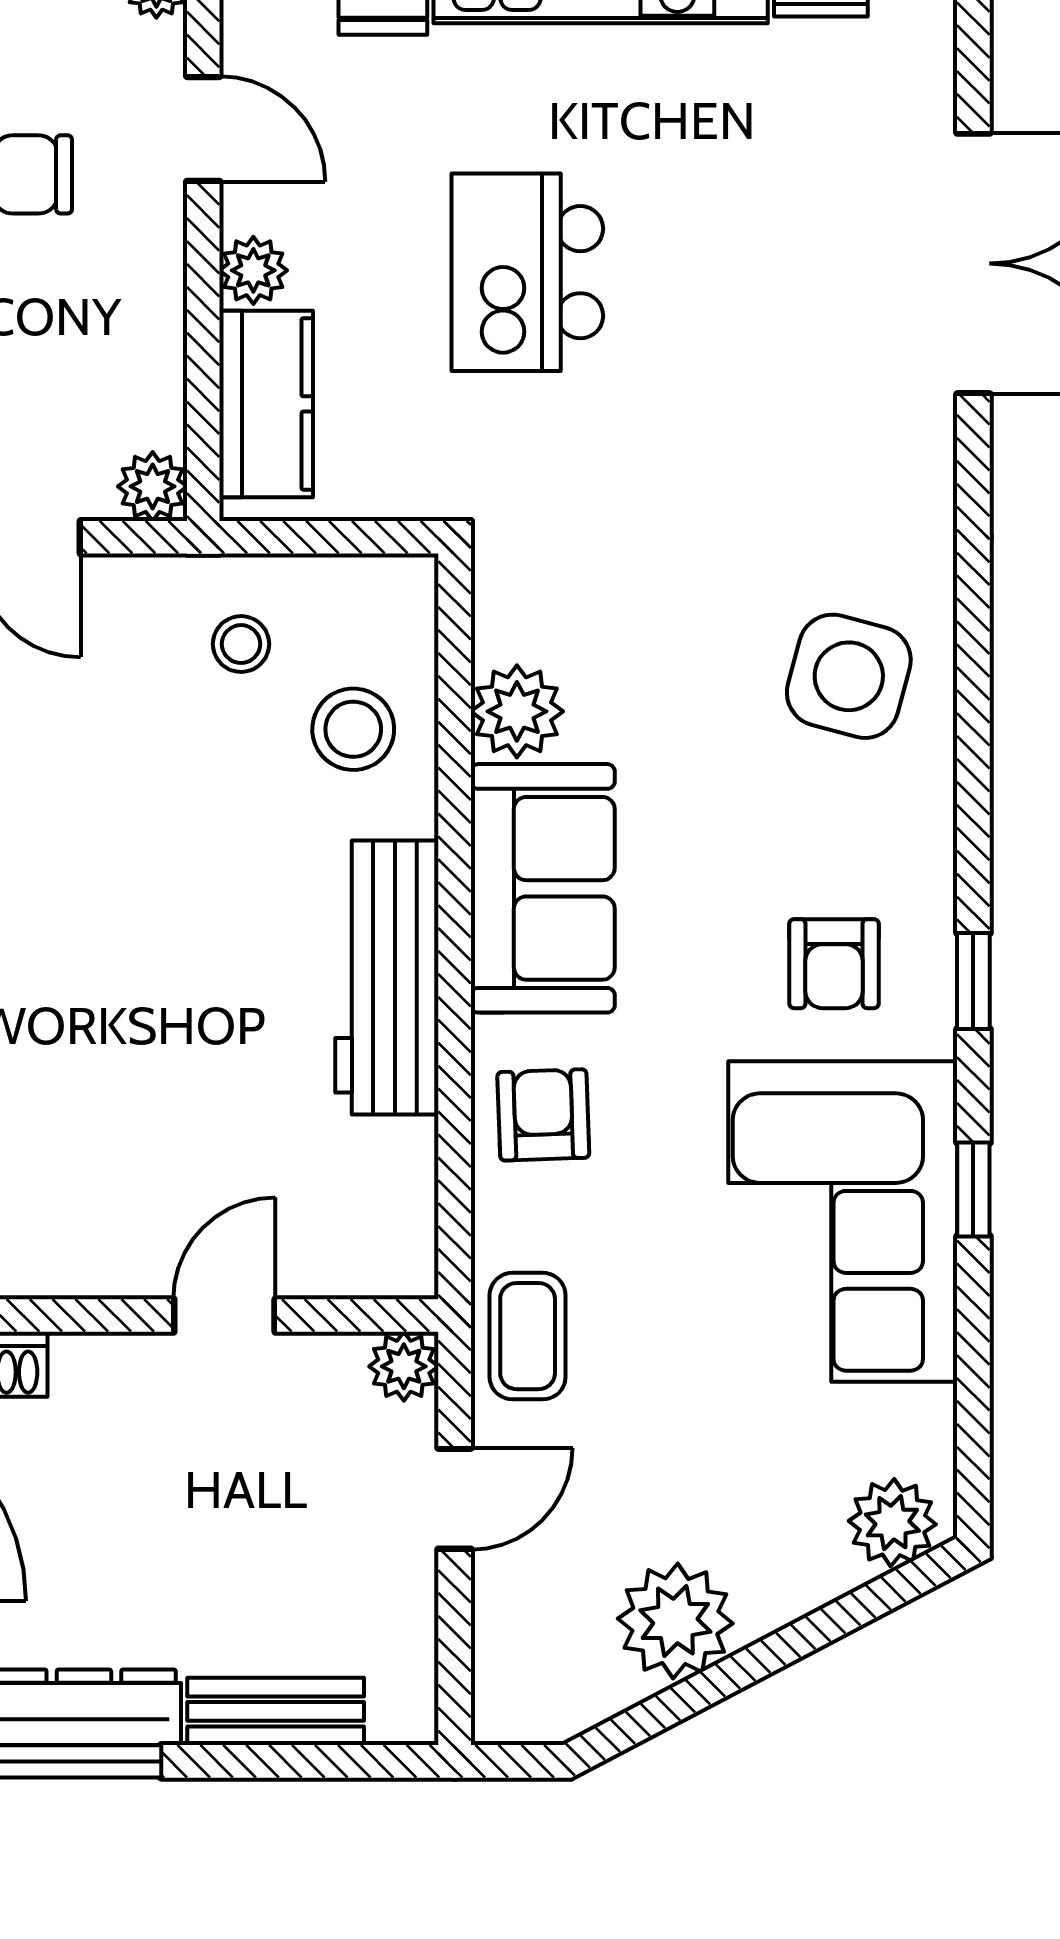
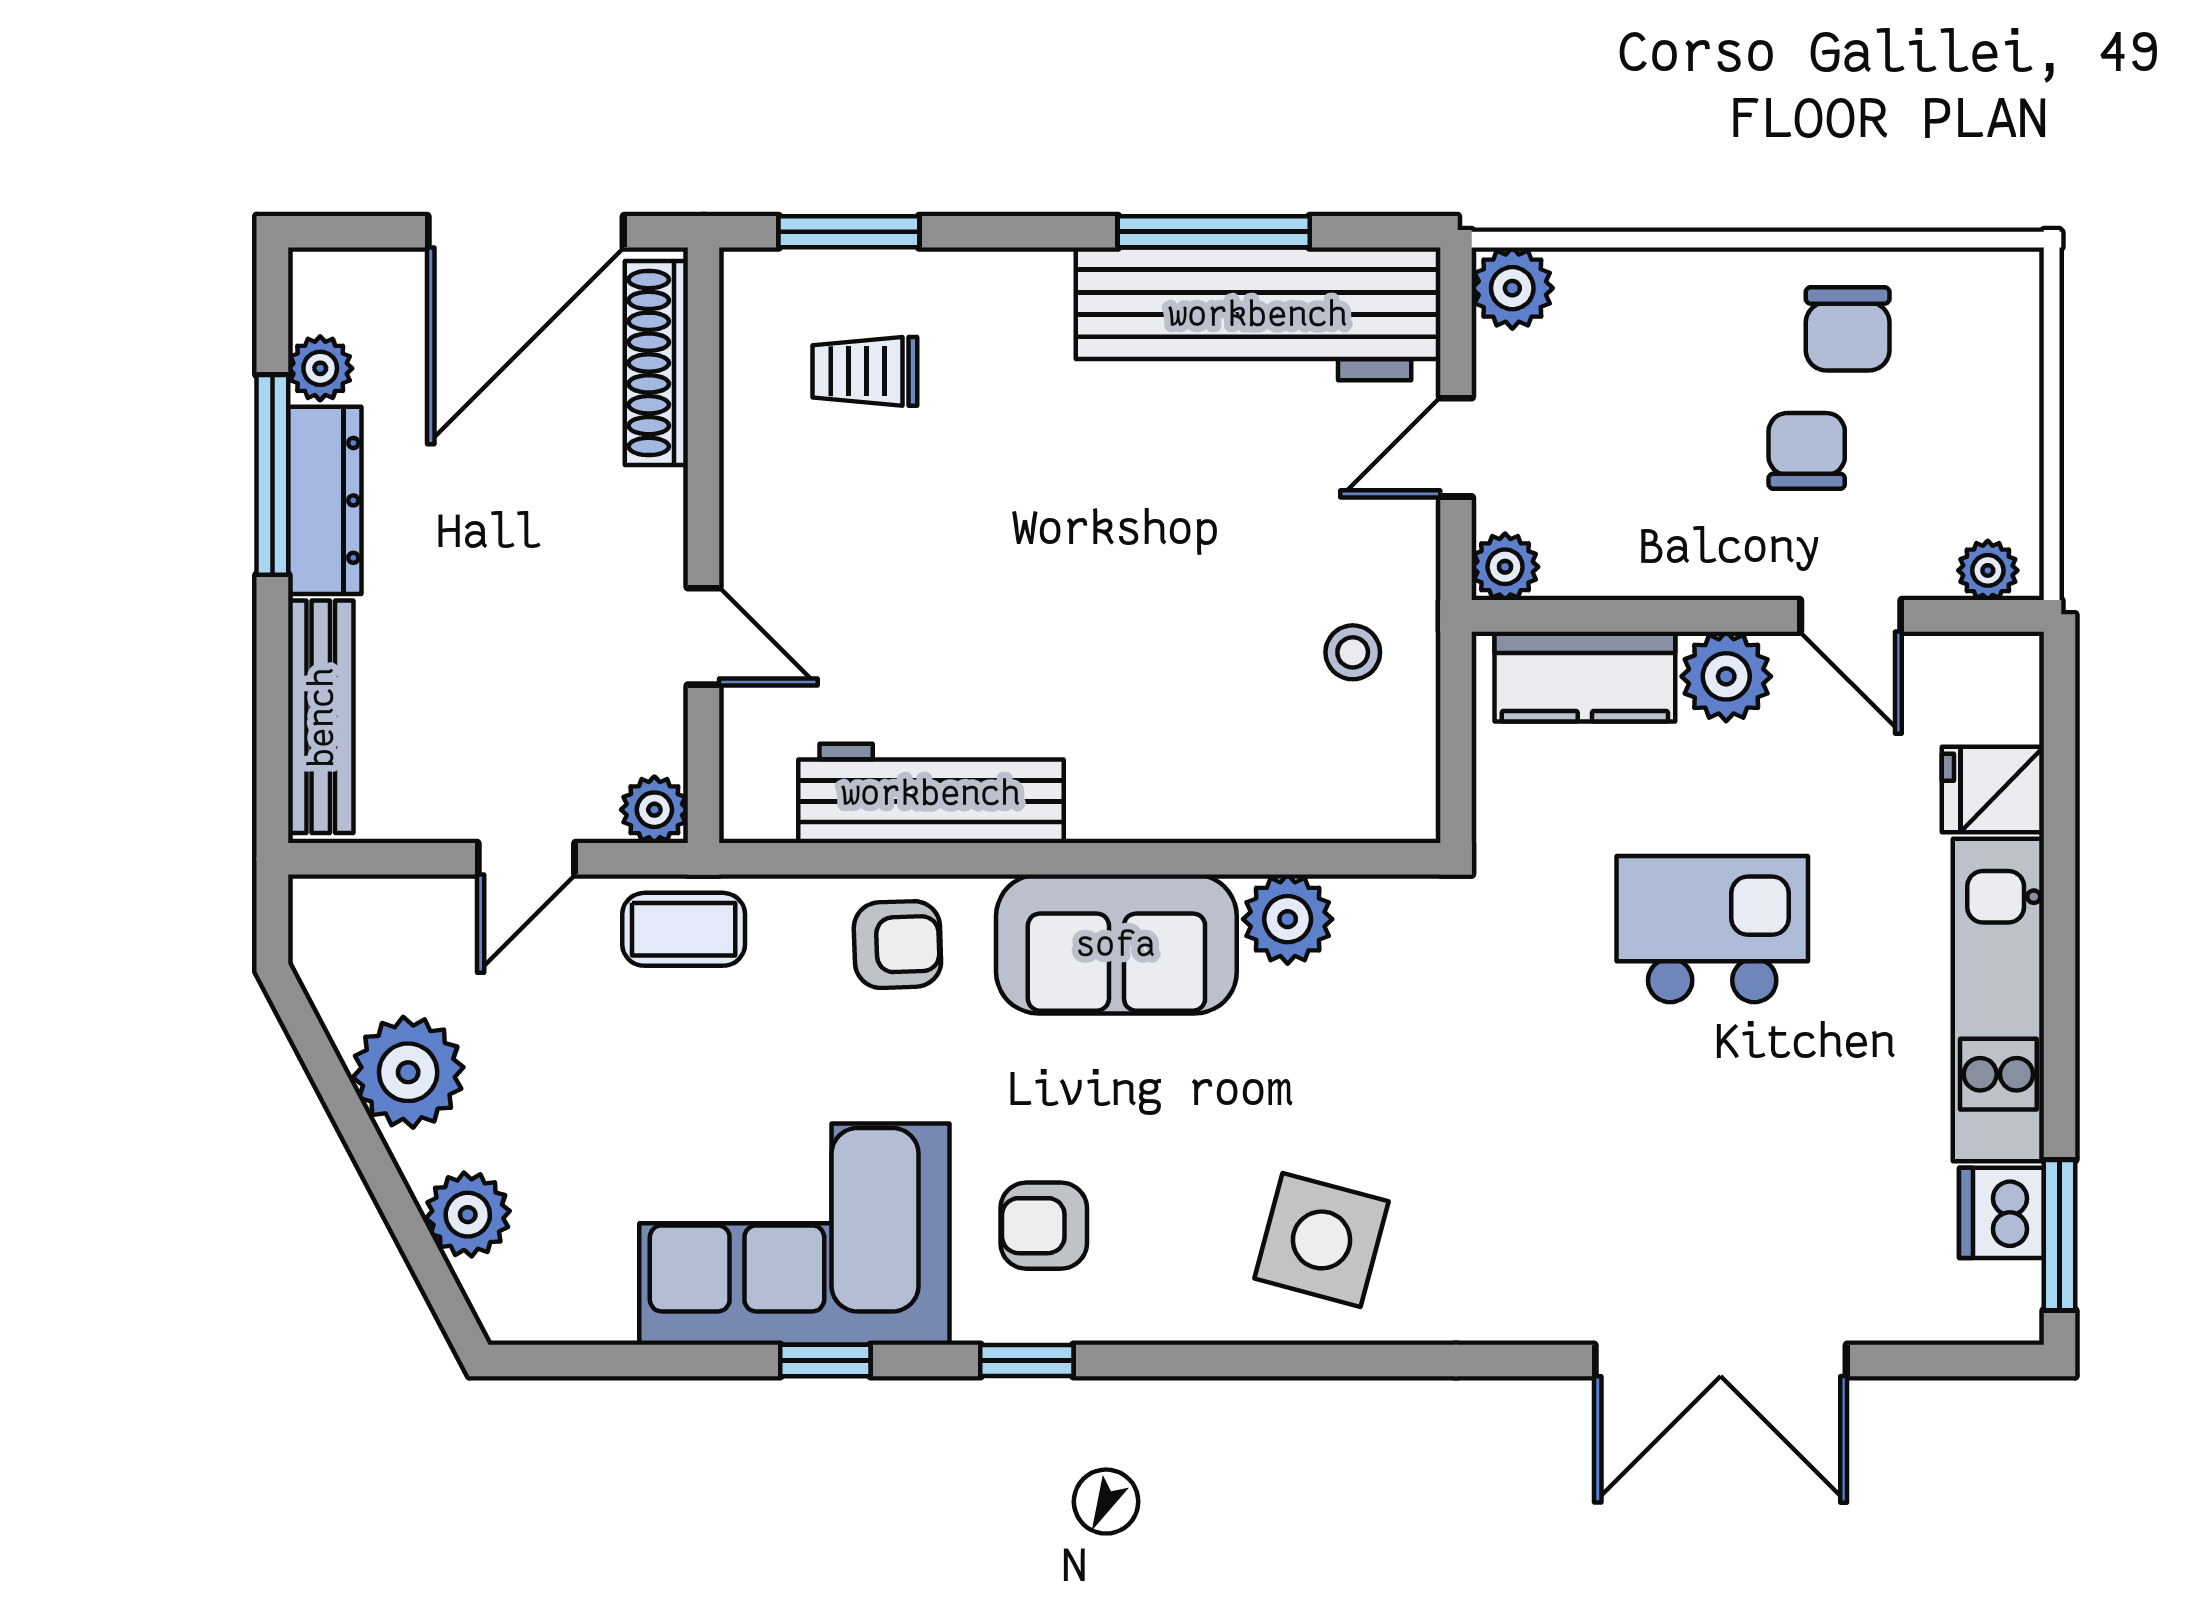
door: (203, 129) -> (1851, 616), hinge flipped
plant: (253, 270) -> (1726, 676), width x1.38, depth x1.38
stool: (353, 729) -> (1270, 761), removed
workbench: (387, 978) -> (931, 793), moved
door: (455, 1499) -> (526, 859), hinge flipped
plant: (892, 1523) -> (468, 1215), moved
bench: (276, 1711) -> (321, 717), width x1.36

